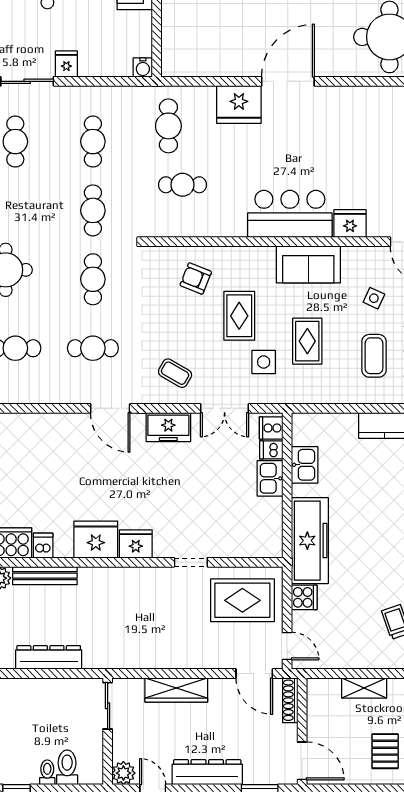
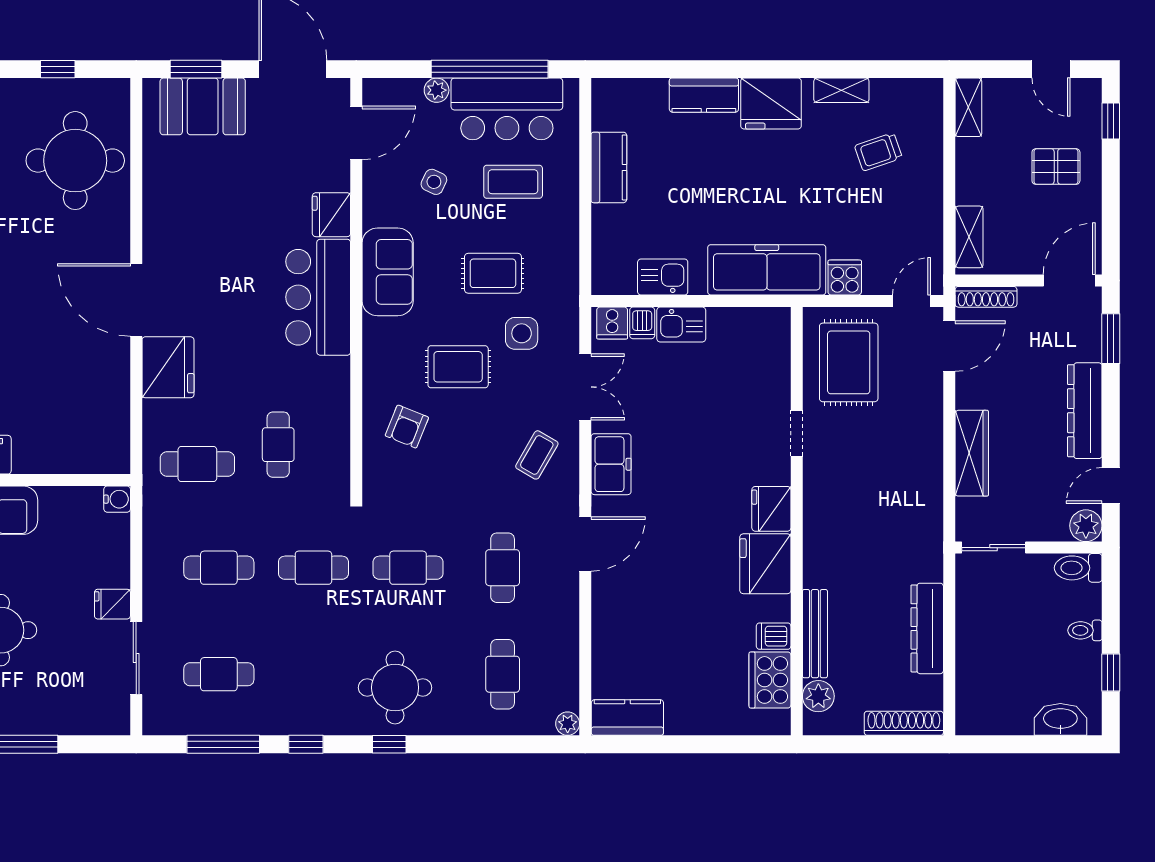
shelving: (364, 688) -> (969, 237), moved
toilet: (67, 767) -> (1078, 568), moved

